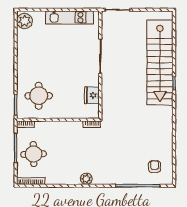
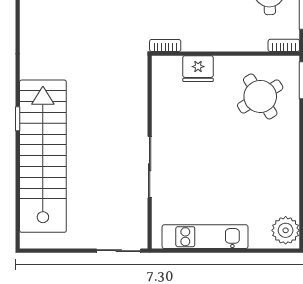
fridge: (92, 95) -> (198, 69), moved, turned 90
round table: (39, 96) -> (260, 96), turned -32

